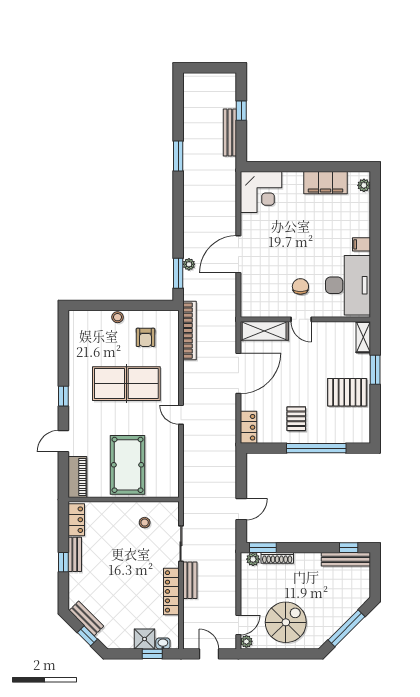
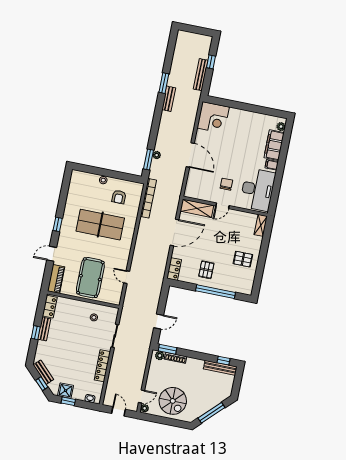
filing cabinet: (325, 183) -> (274, 145), moved, turned 90
door: (238, 254) -> (190, 155), swing flipped
door: (301, 319) -> (222, 206), hinge flipped
window: (375, 370) -> (264, 248), removed
pallet: (347, 392) -> (243, 259), width x0.67, depth x0.71
door: (181, 415) -> (127, 277), moved
bench: (190, 580) -> (169, 99), moved
spiral stairs: (286, 622) -> (173, 401), turned 90
shower: (145, 639) -> (66, 391), moved
window: (152, 654) -> (68, 401), moved

